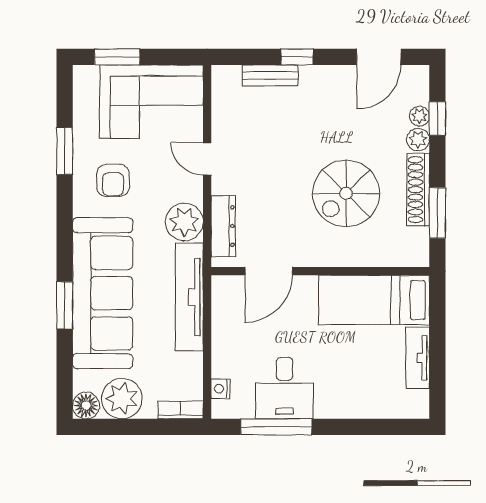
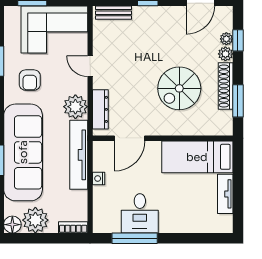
bench: (270, 75) -> (114, 13), moved
nightstand: (220, 389) -> (99, 179), moved

